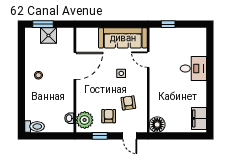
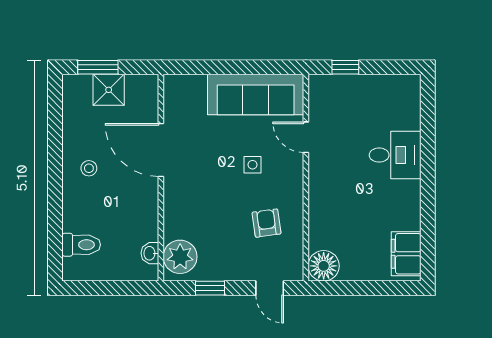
door: (75, 66) -> (161, 150), swing flipped
armchair: (109, 116) -> (228, 249), removed
toilet: (35, 126) -> (81, 245), moved

